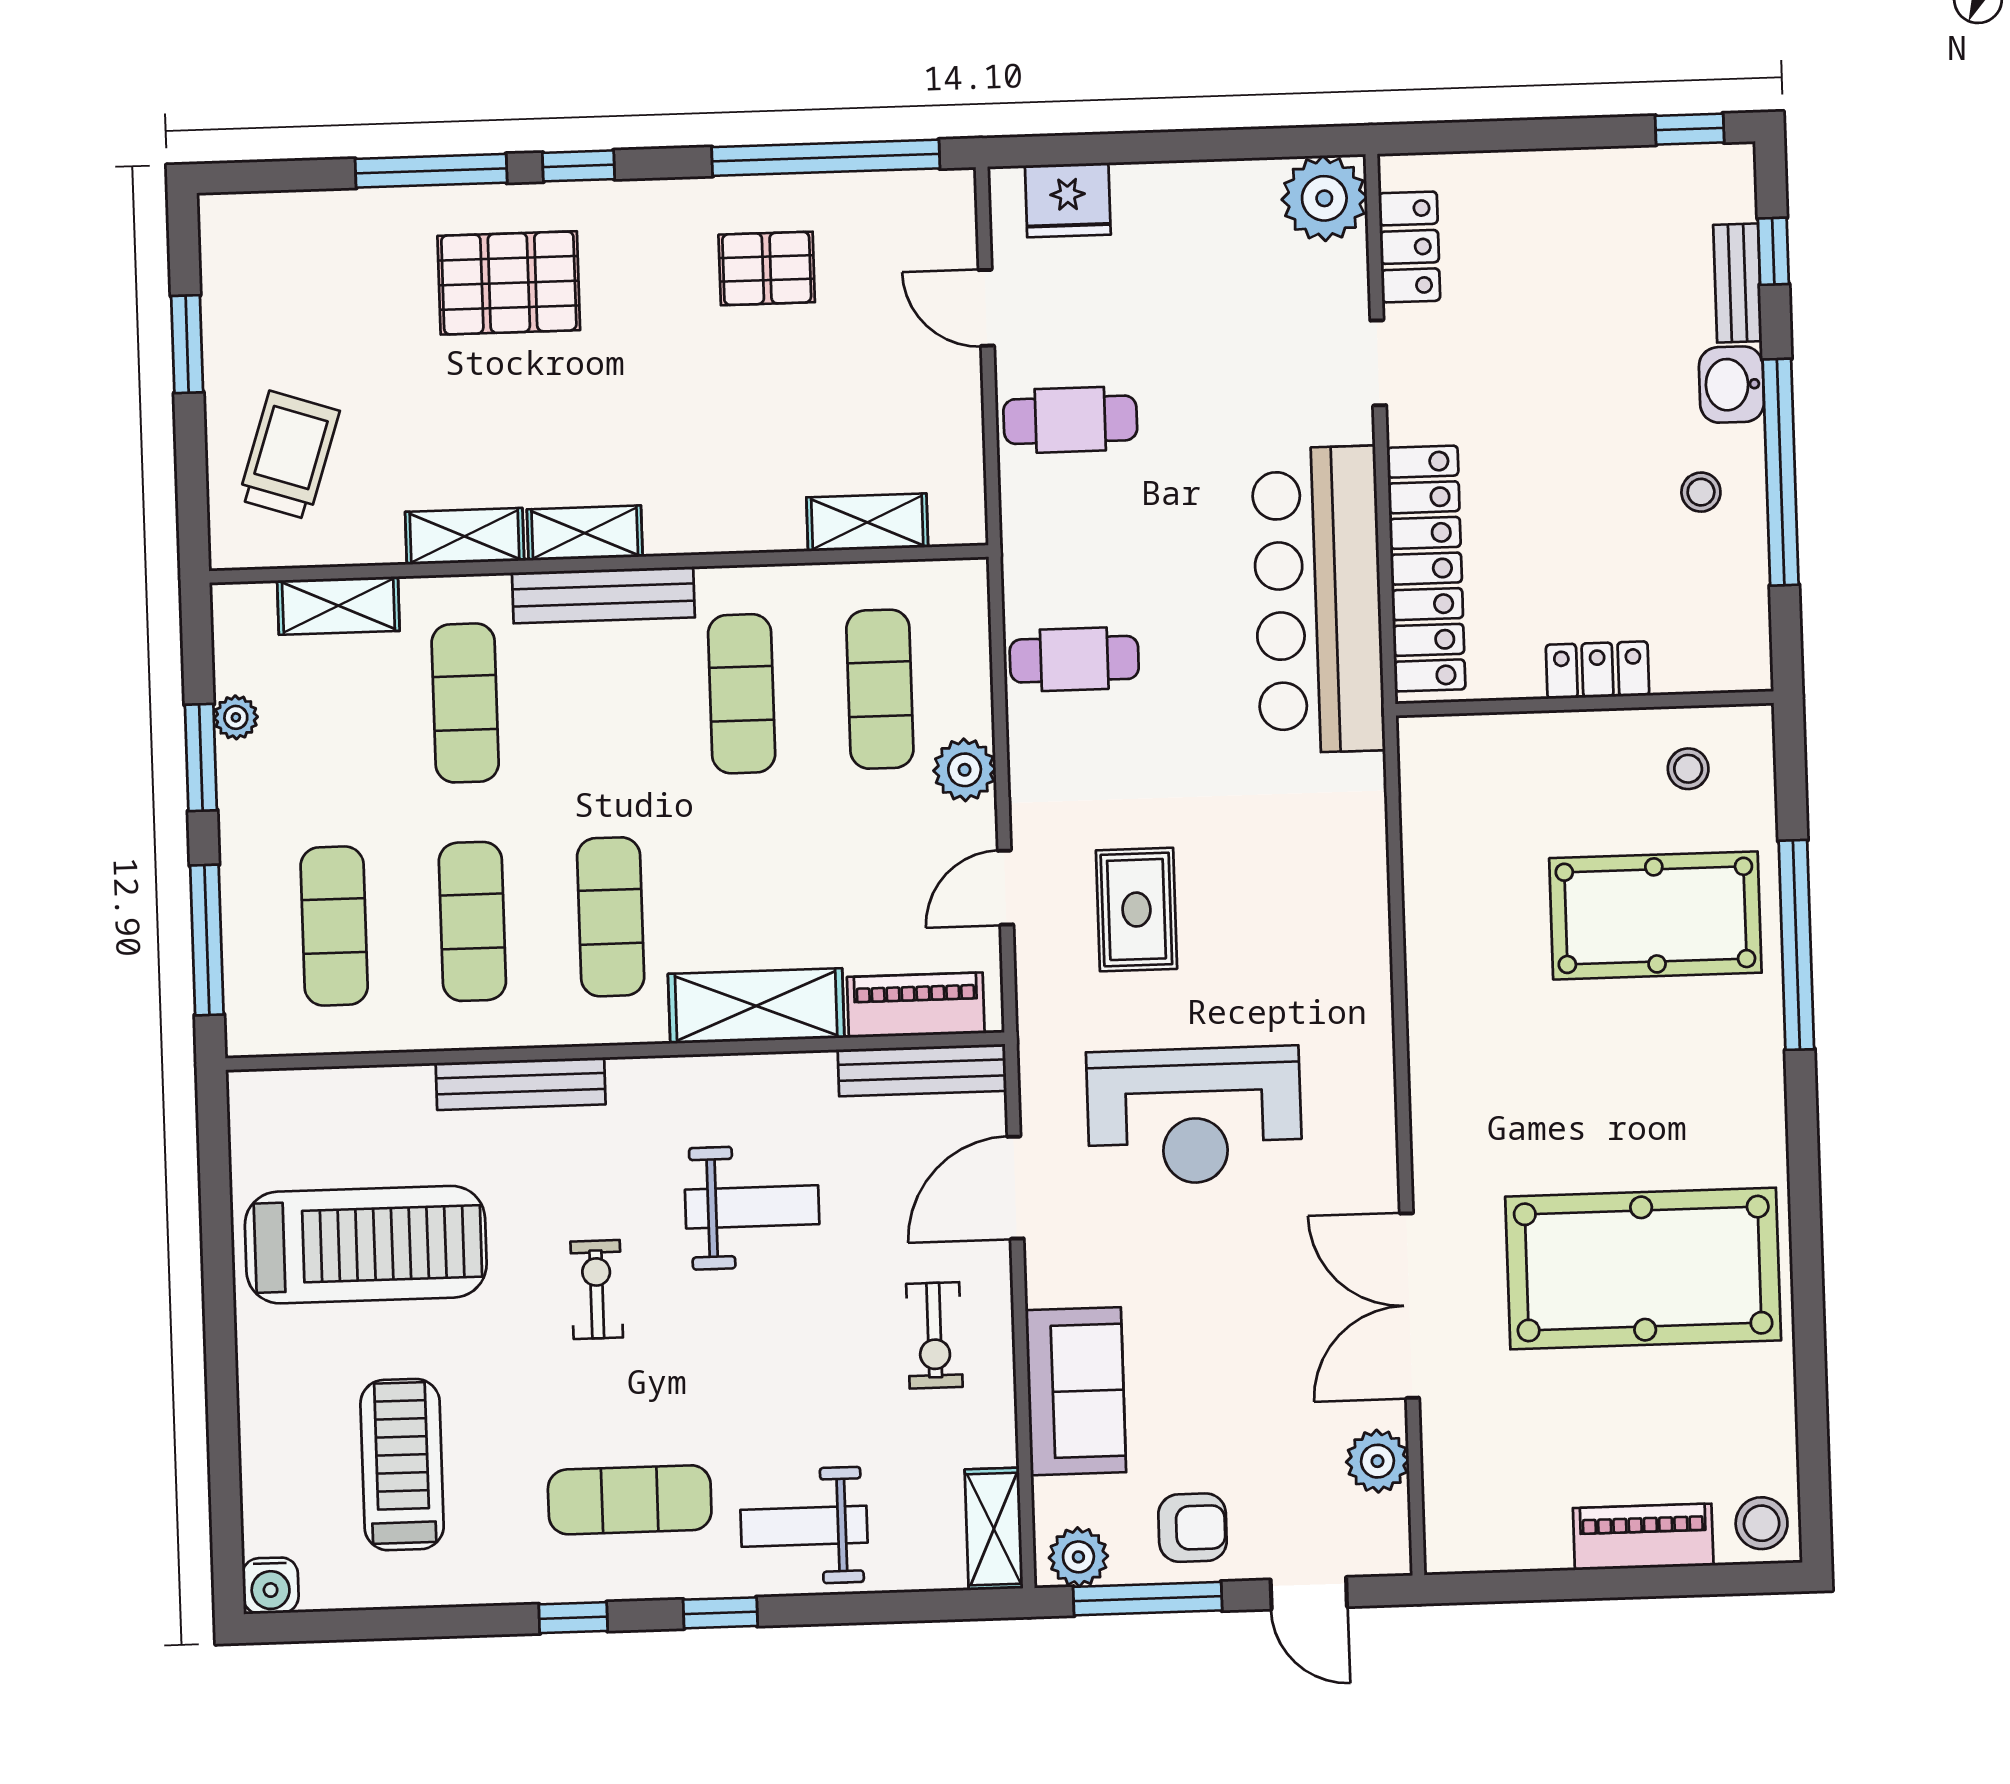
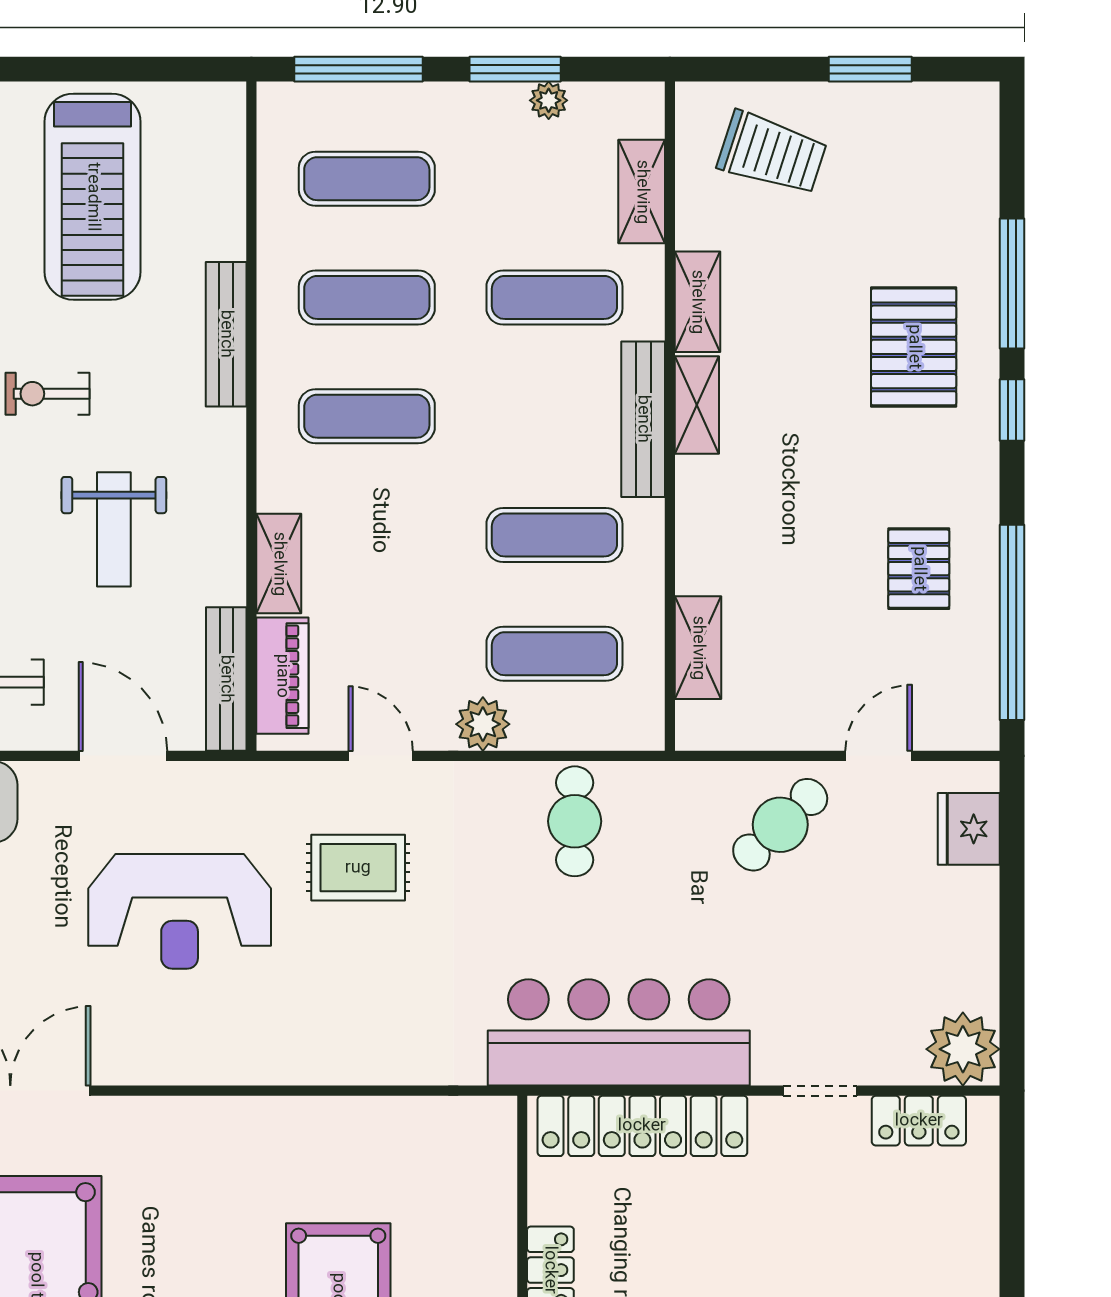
cafe table: (1070, 420) -> (780, 825), turned 46
shelving: (756, 1006) -> (279, 564), width x0.67, depth x0.75
reception desk: (1194, 1116) -> (180, 911), turned -90
exercise bike: (597, 1289) -> (47, 394), turned 180

